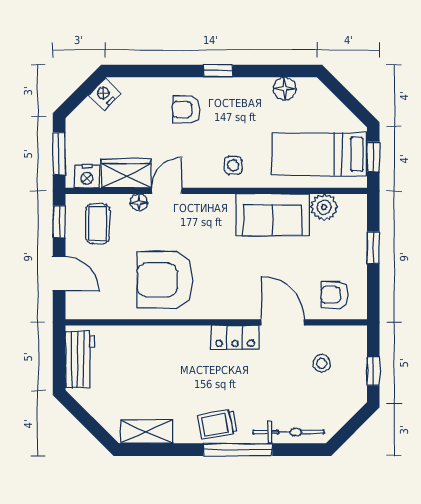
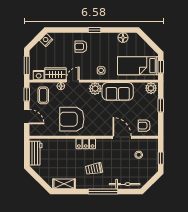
plant: (324, 207) -> (151, 88), moved
plant: (220, 208) -> (95, 89), added
locker: (235, 337) -> (86, 144), moved
trolley: (218, 424) -> (94, 169), moved

